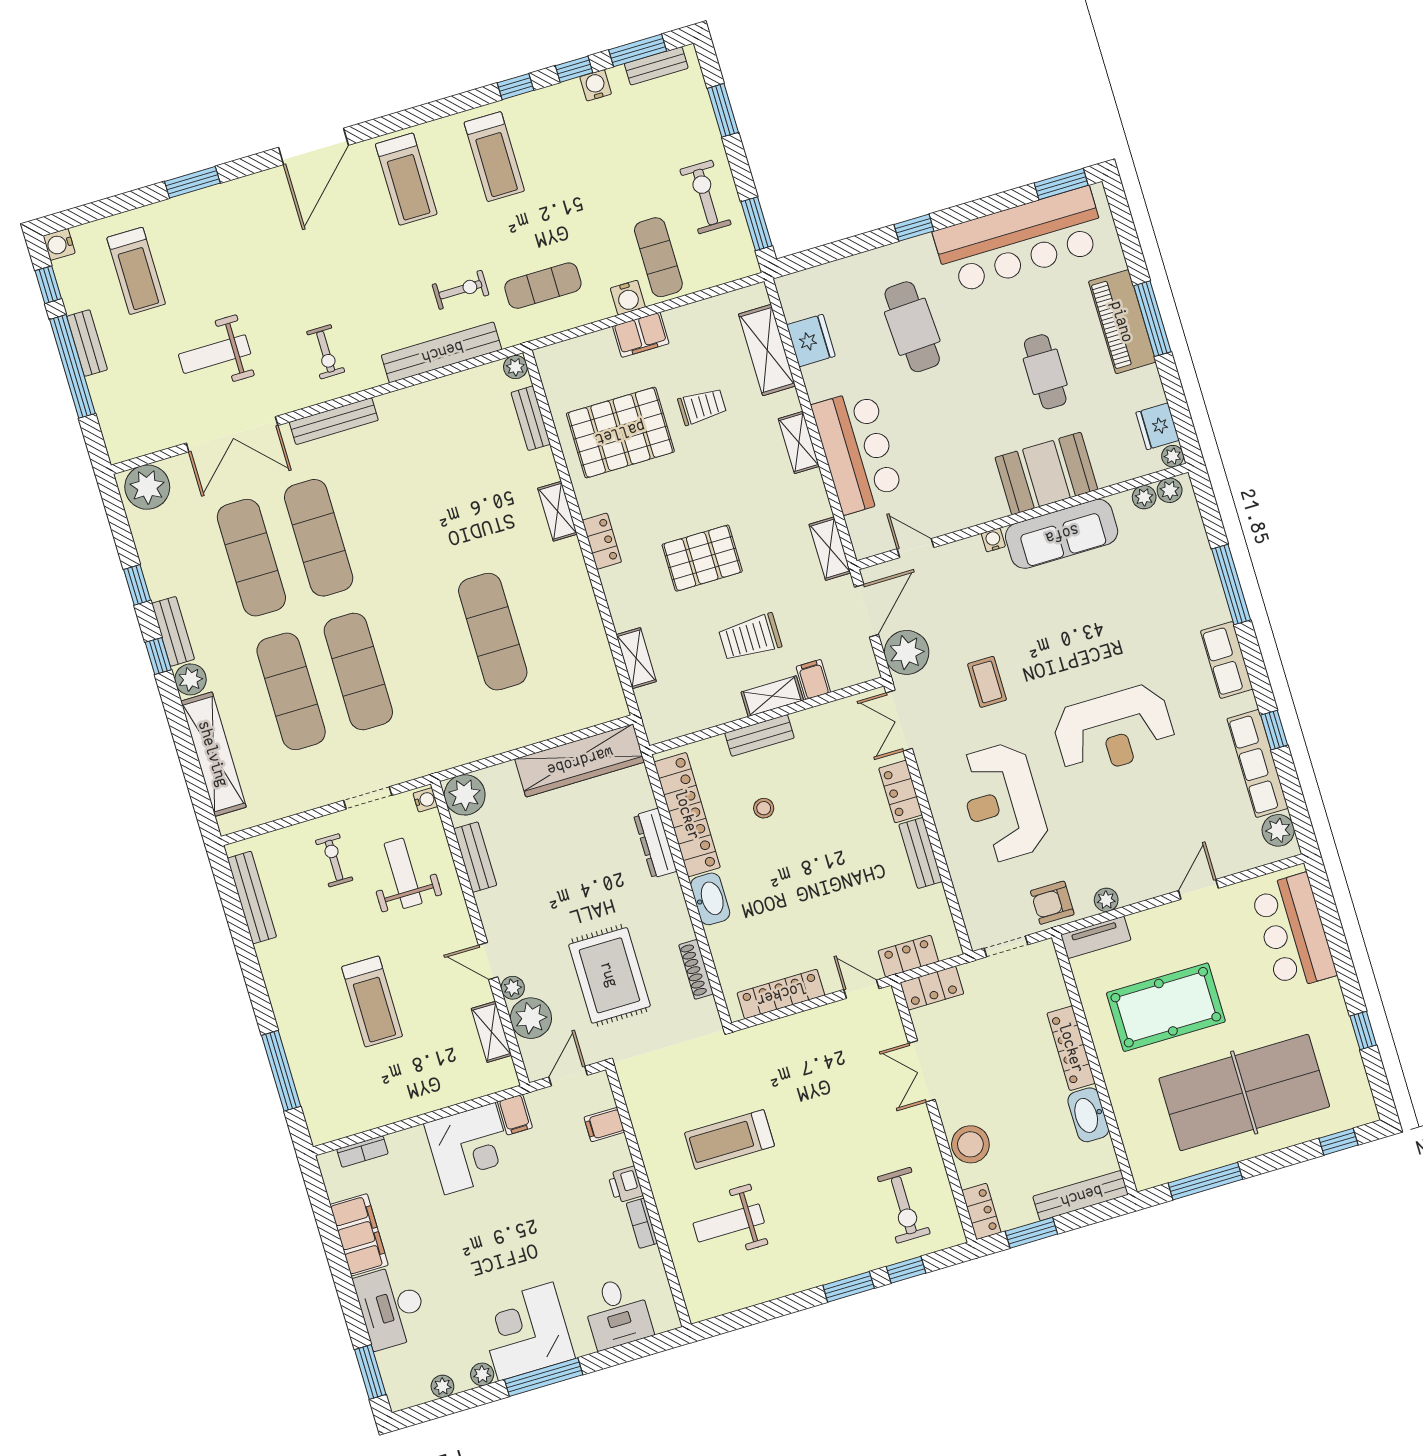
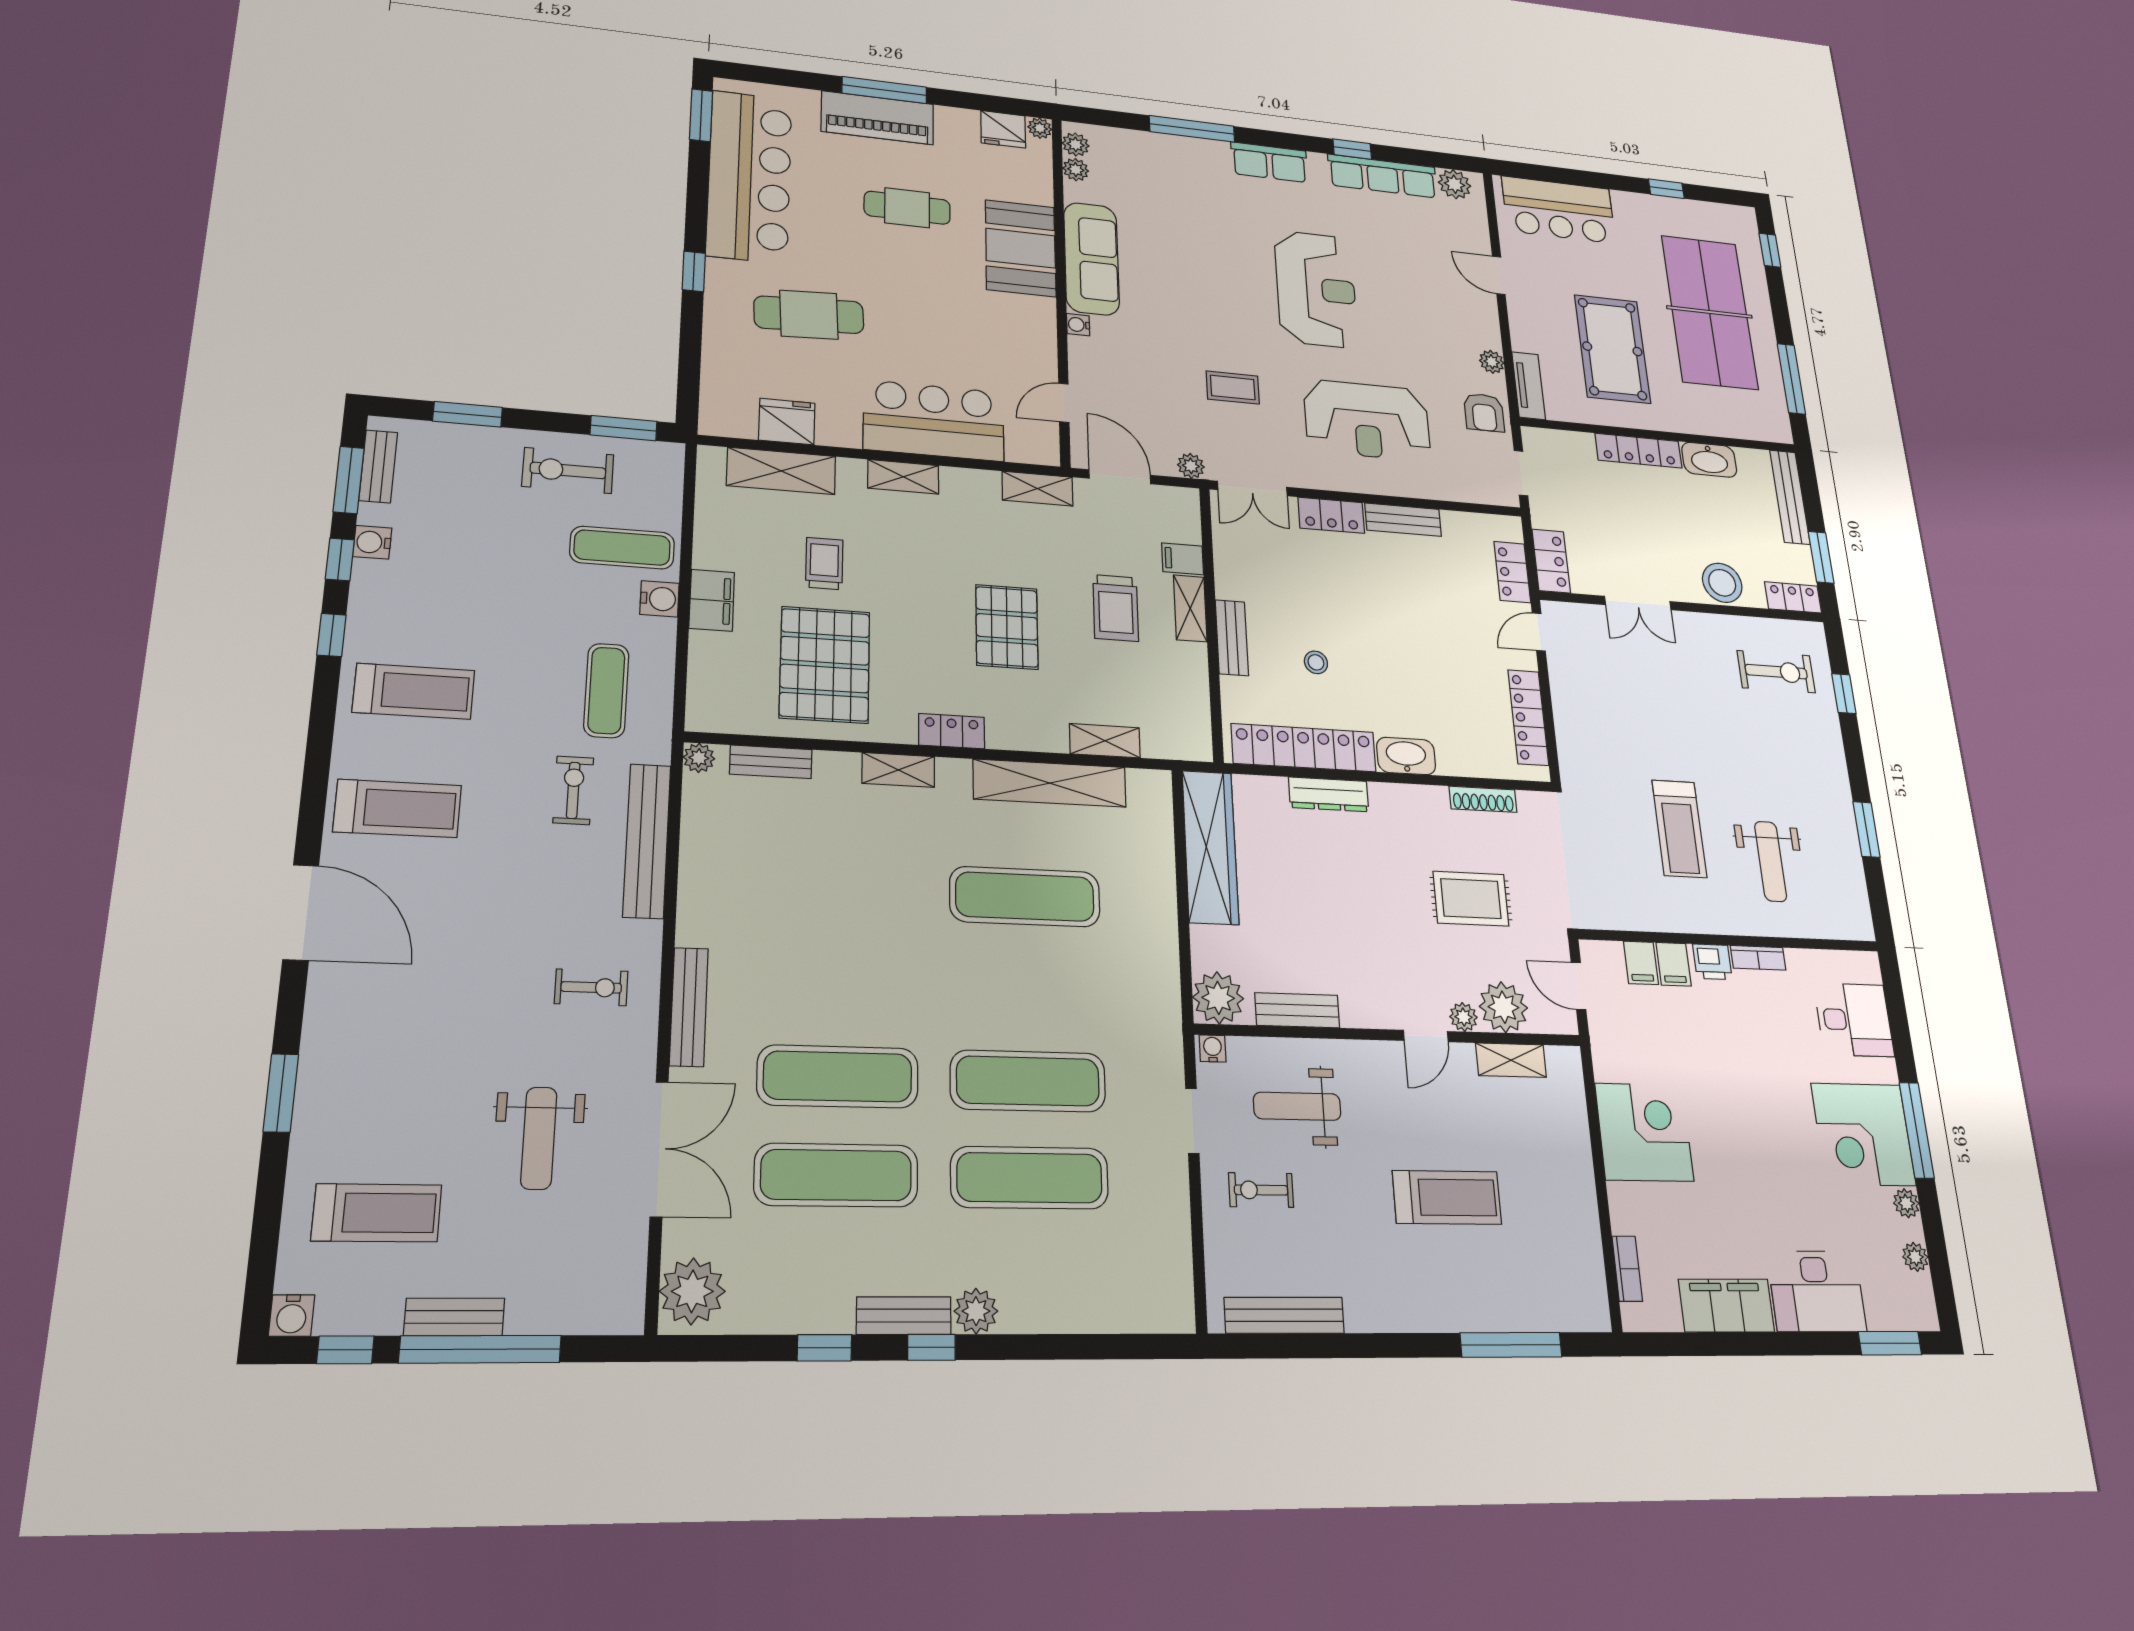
plant: (907, 652) -> (1191, 466), width x0.53, depth x0.53
shelving: (213, 754) -> (1050, 783), moved
rug: (609, 975) -> (1471, 899), width x0.73, depth x0.70
filing cabinet: (515, 1115) -> (1674, 964), moved, turned 90
window: (849, 1287) -> (1866, 829), moved

